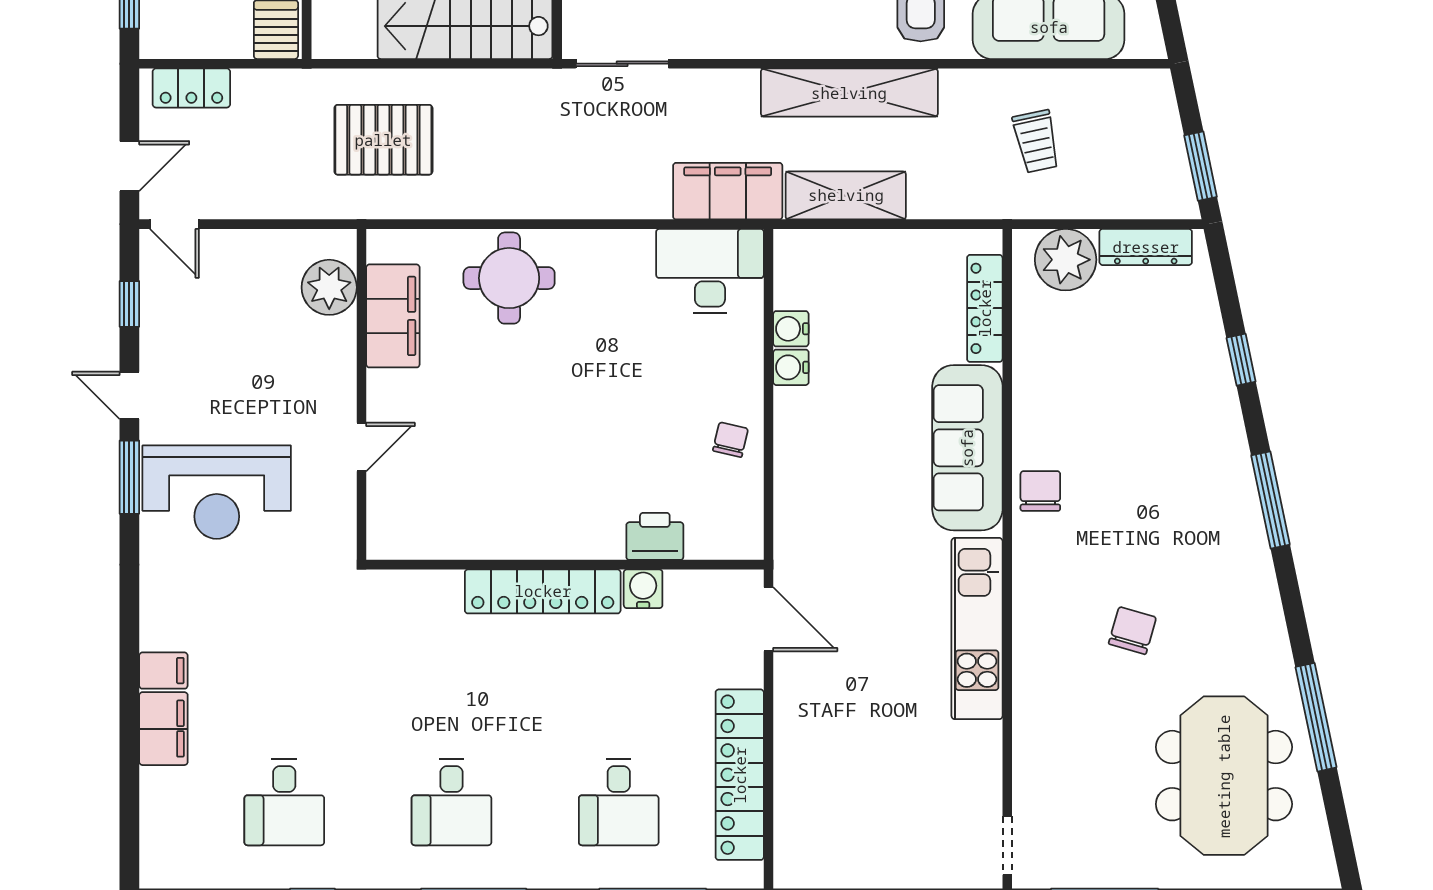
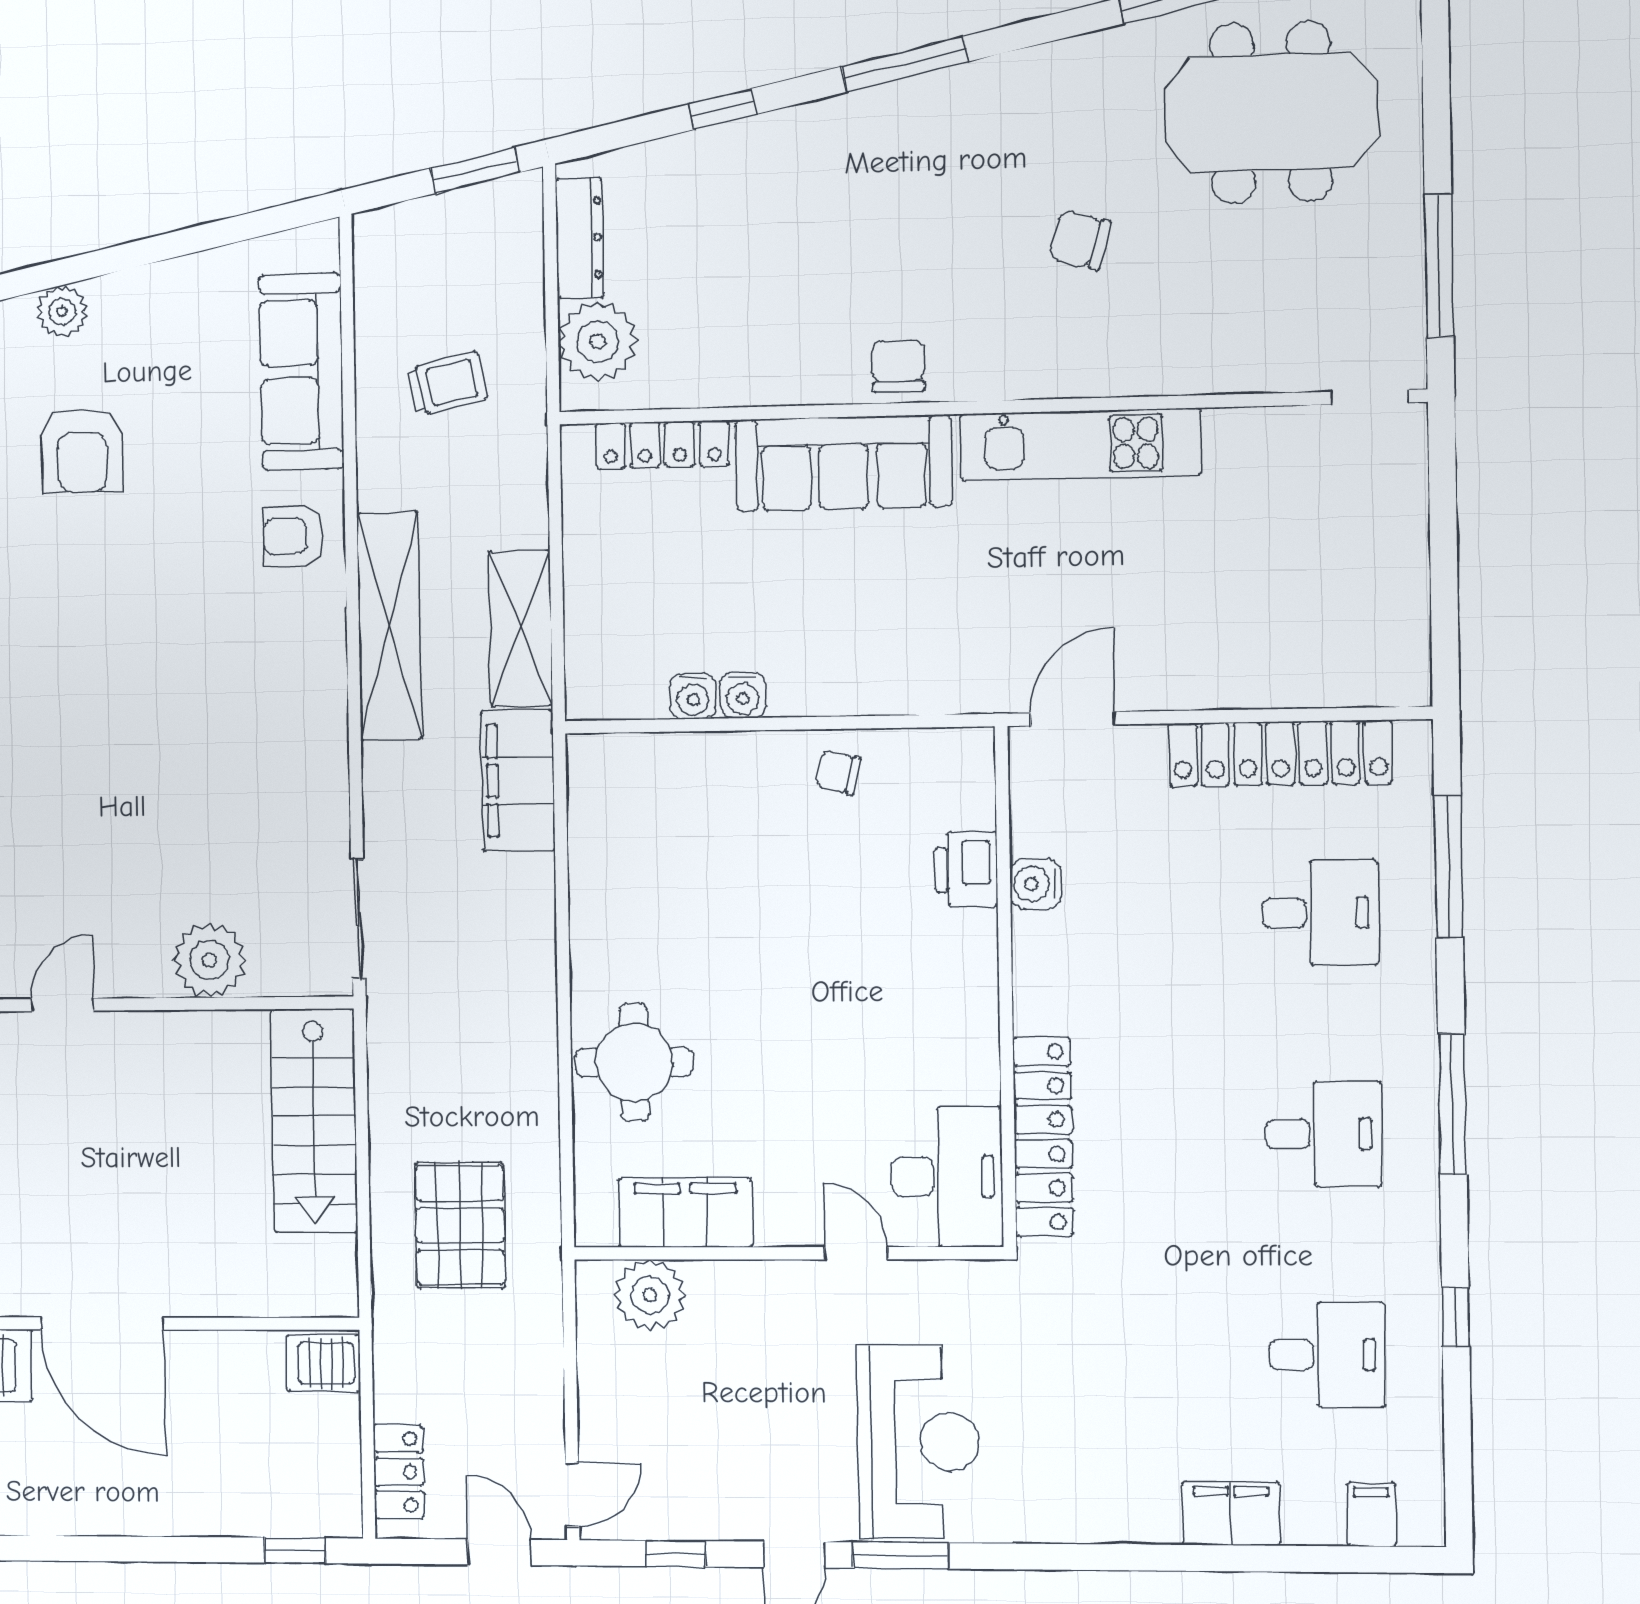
desk: (710, 271) -> (947, 1177), moved, turned 180
chair: (1040, 491) -> (898, 366), turned 90
locker: (543, 591) -> (1043, 1137), moved
filing cabinet: (163, 671) -> (1371, 1515), moved

